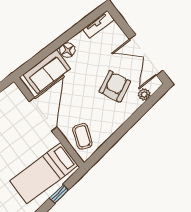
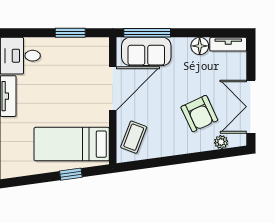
floor lamp: (67, 50) -> (200, 46), moved
window: (38, 59) -> (147, 33), added
armchair: (115, 86) -> (199, 114), turned 91

